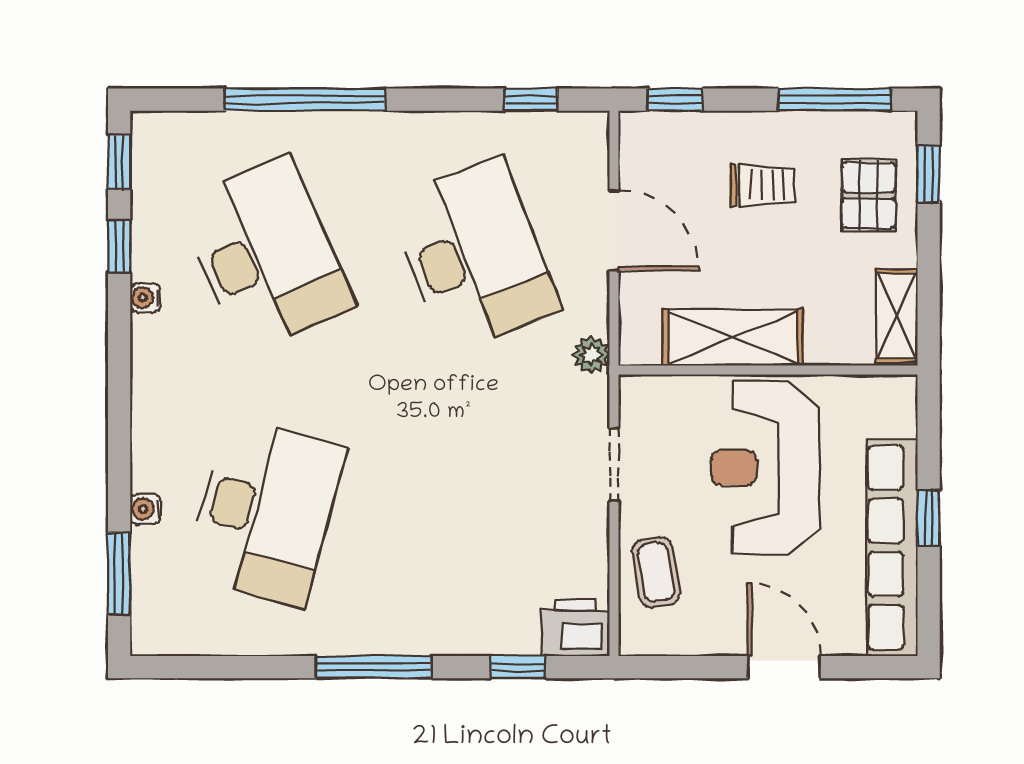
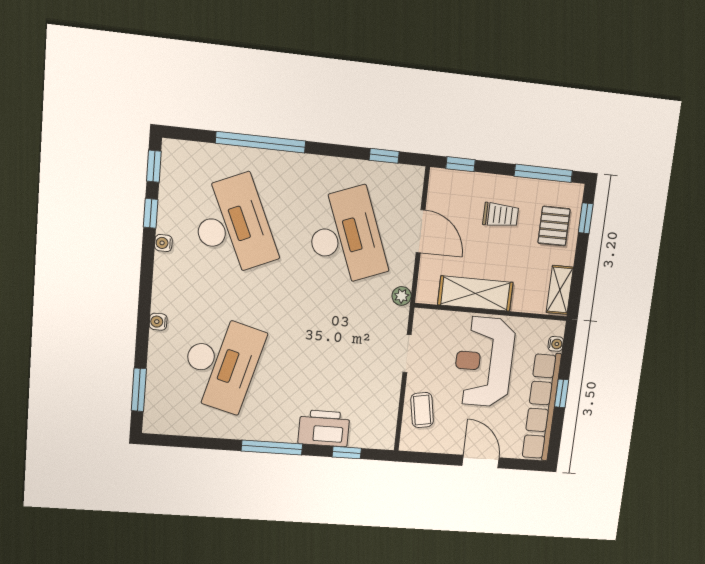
water cooler: (903, 421) -> (556, 344), added
water cooler: (146, 509) -> (158, 322), moved
printer: (575, 628) -> (324, 428), moved, width x1.37, depth x1.19

